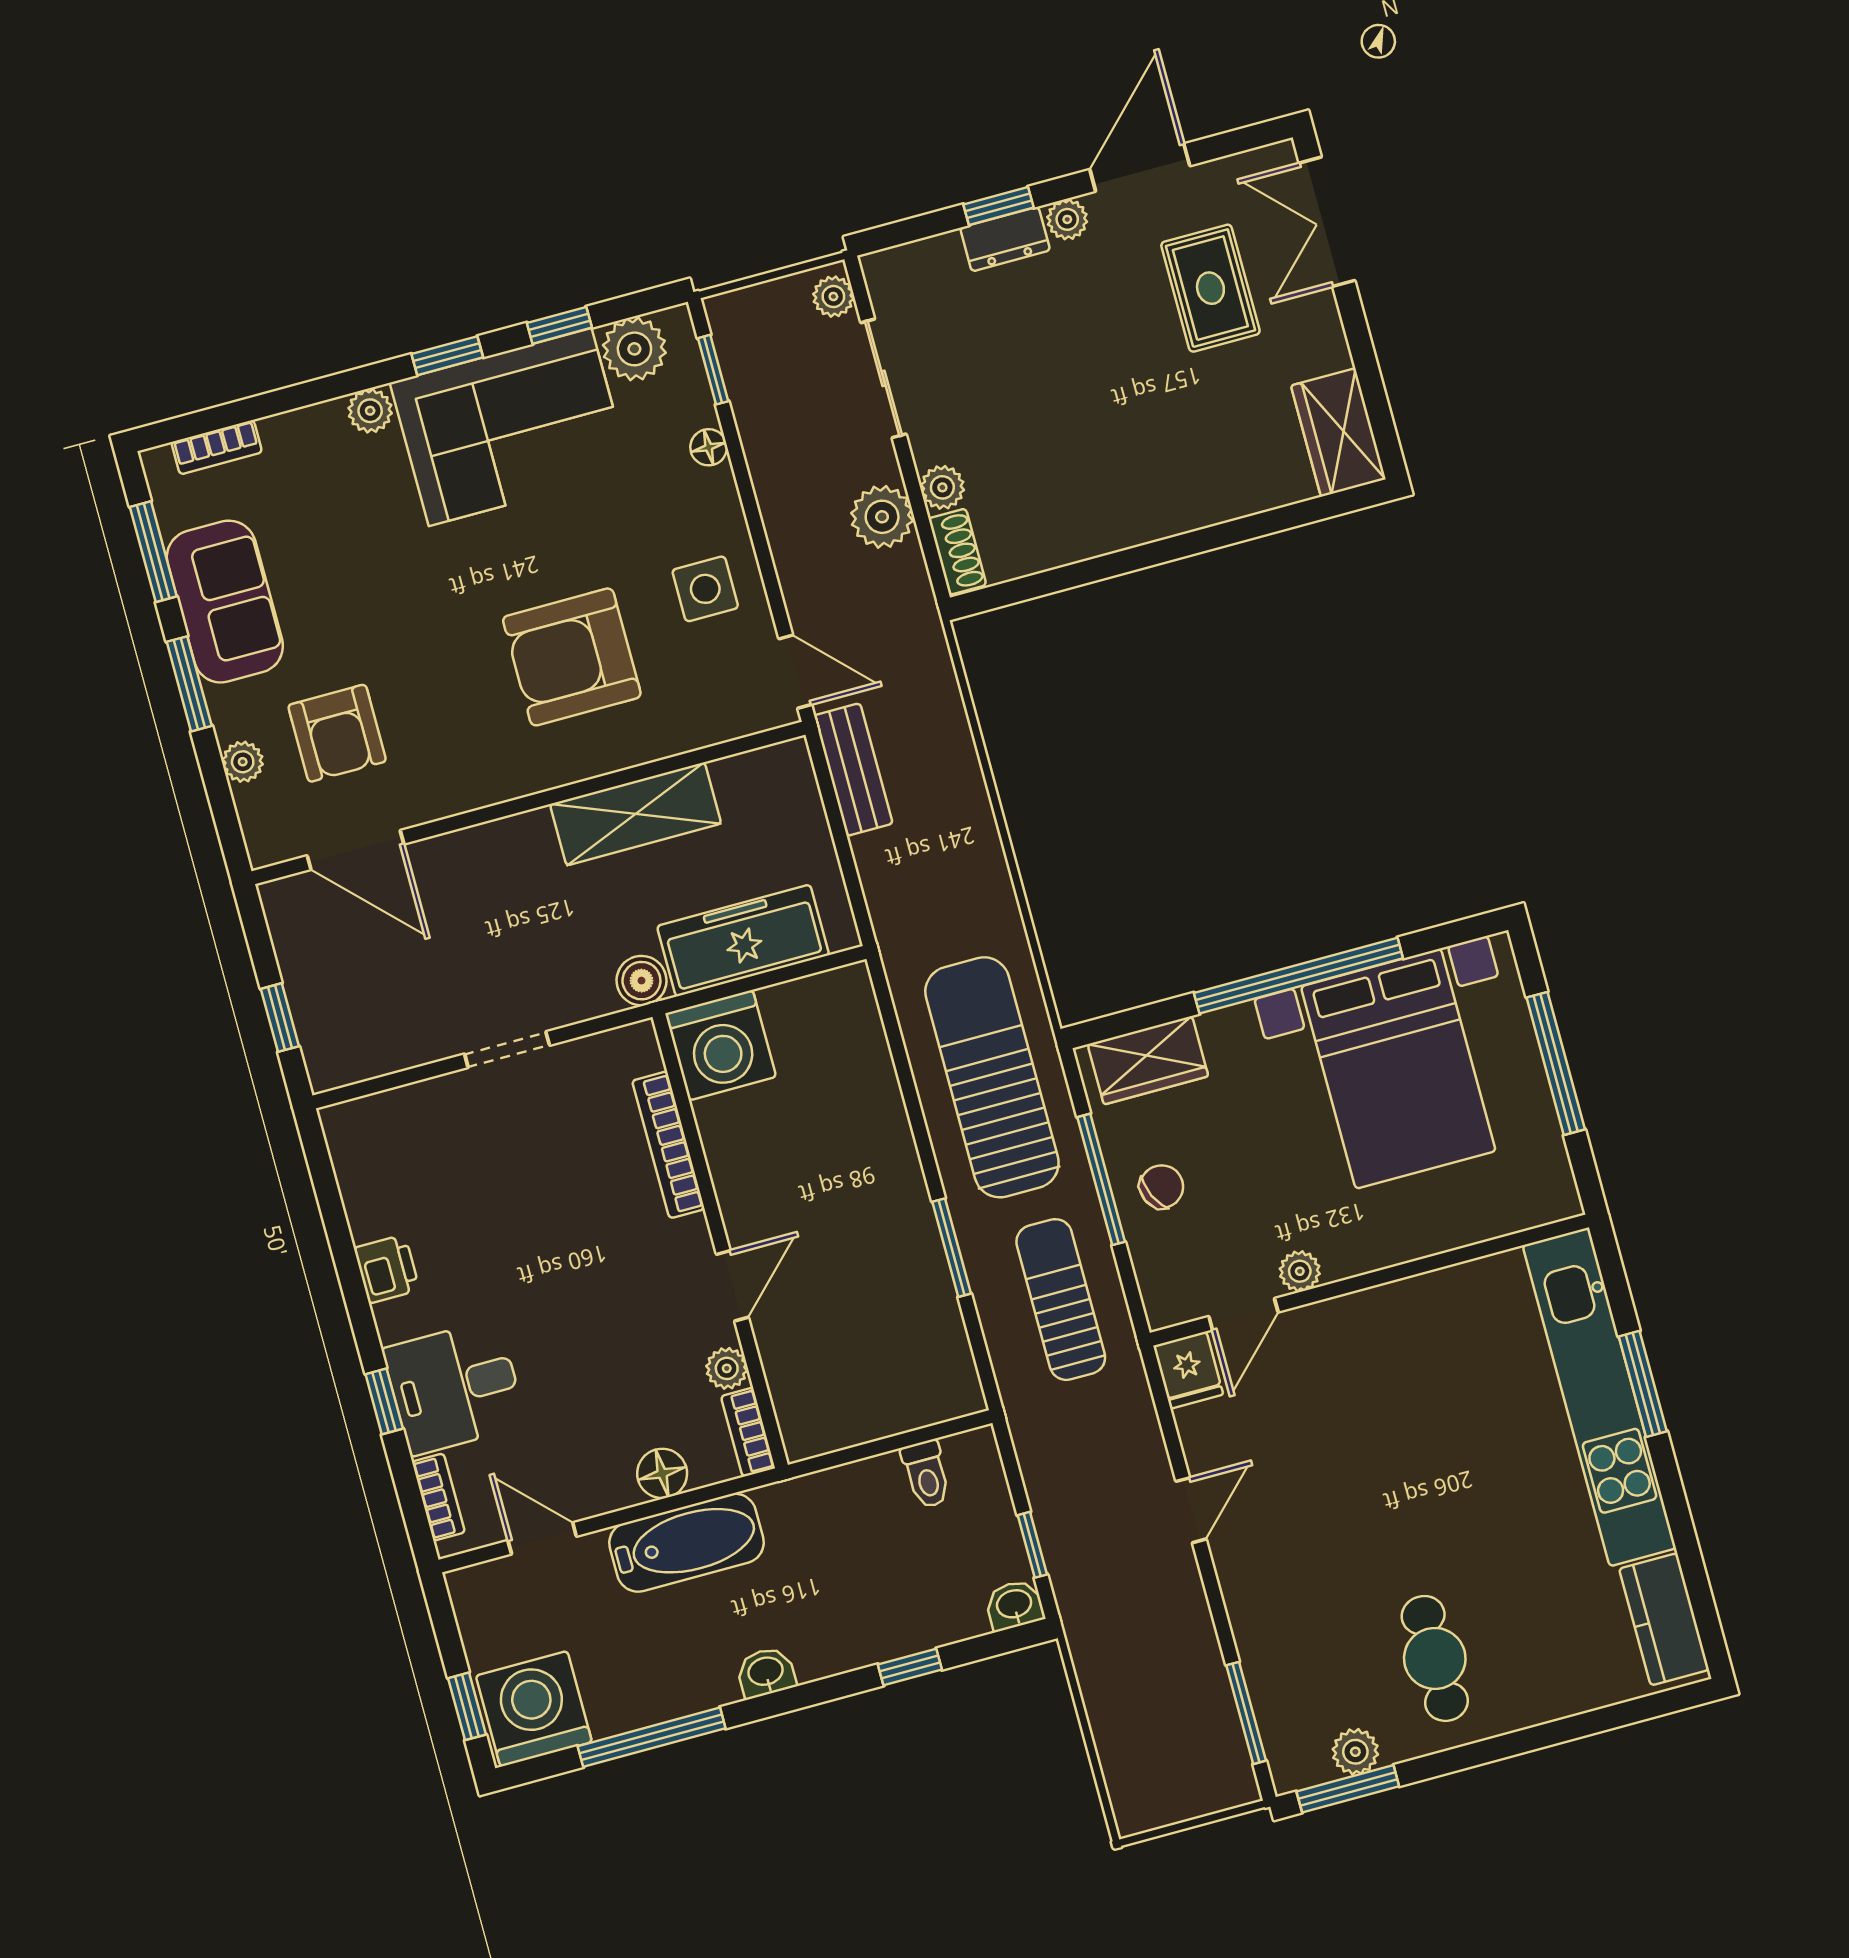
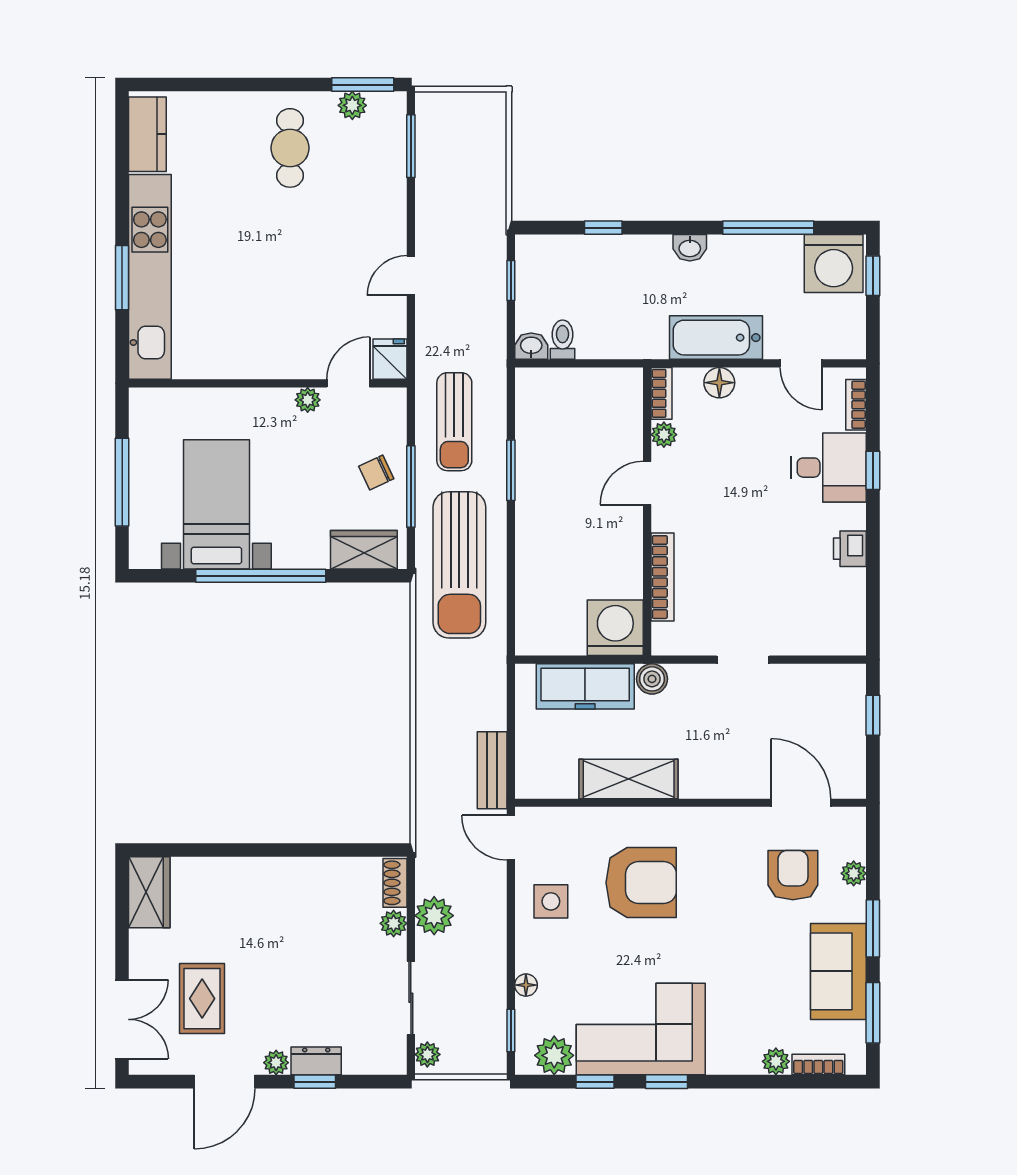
plant: (370, 411) -> (776, 1061), moved
bed with nightstands: (1398, 1069) -> (216, 504), width x0.73
washbasin: (1014, 1605) -> (531, 346), moved, turned 180

